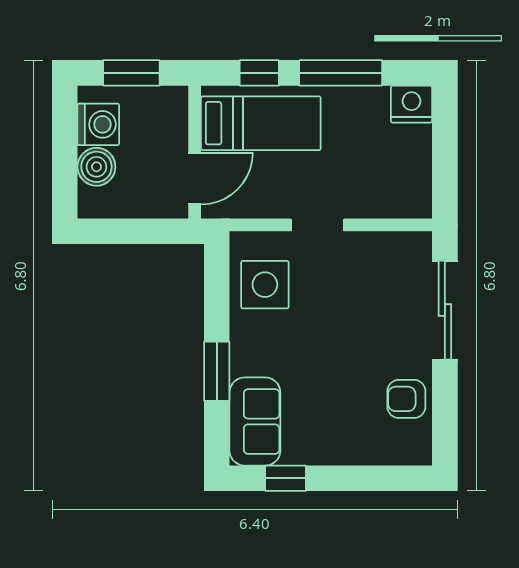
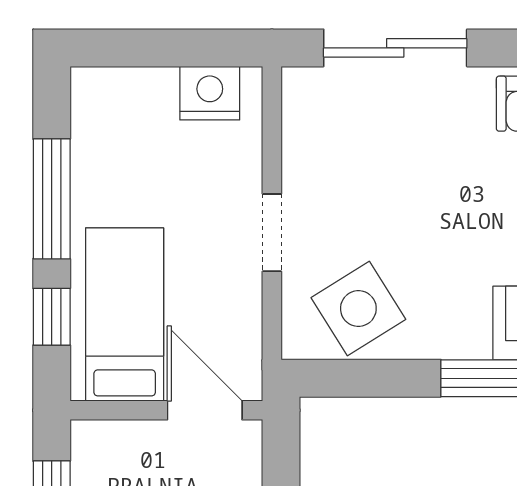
nightstand: (412, 104) -> (210, 93), moved, turned 90
side table: (265, 285) -> (358, 309), turned -32

